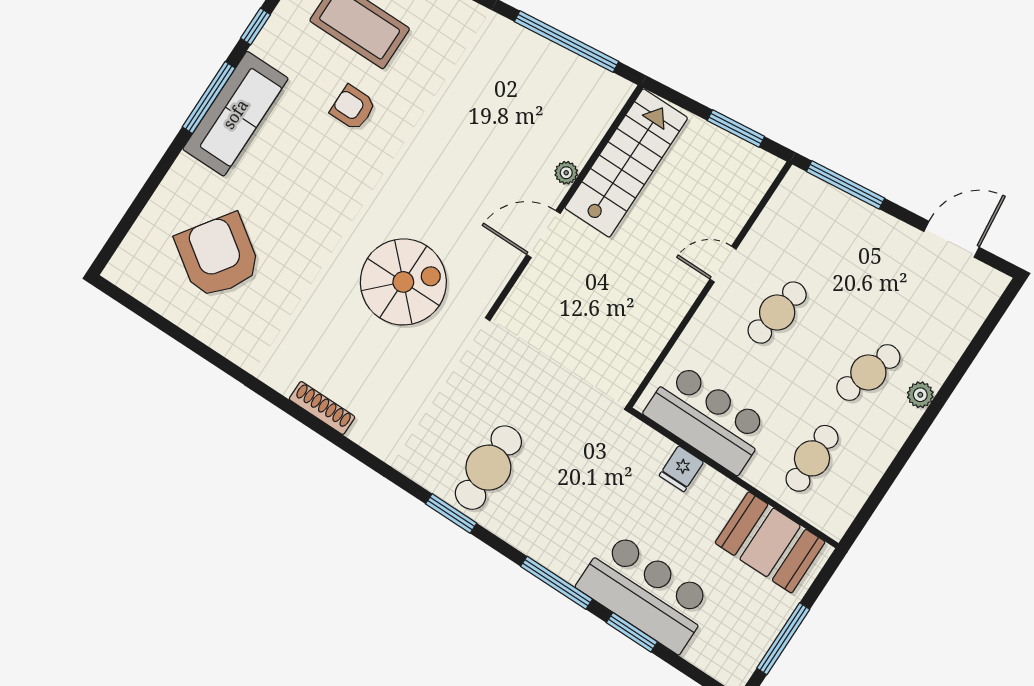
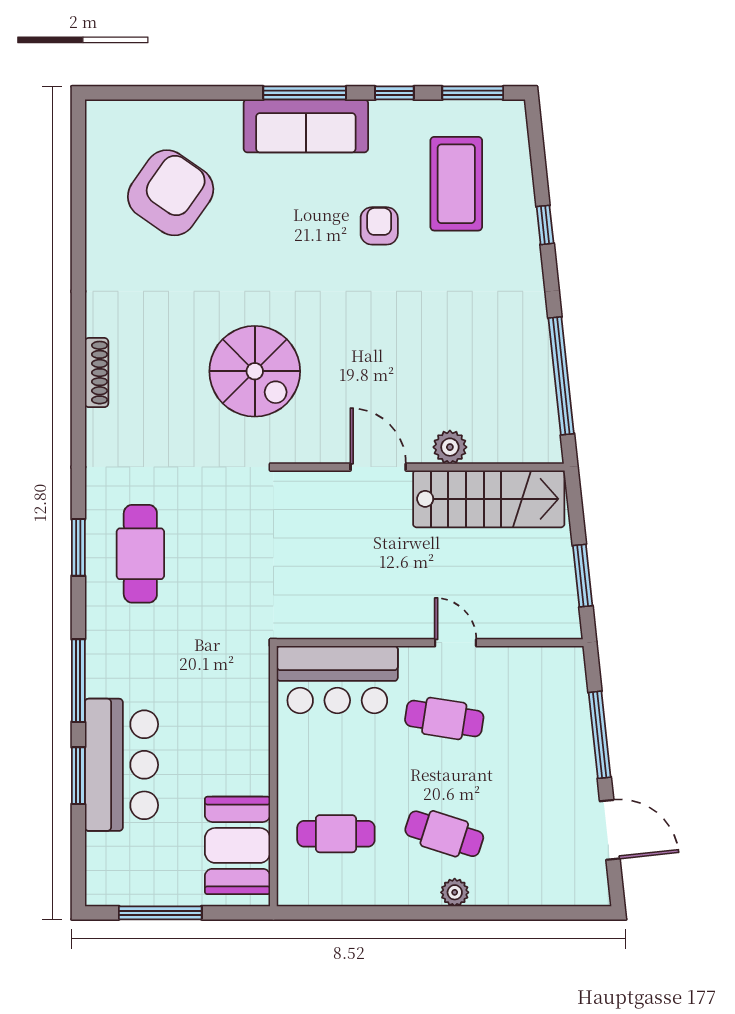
plant: (566, 173) -> (450, 447), width x1.38, depth x1.38
window: (846, 185) -> (600, 735), moved
bar counter: (707, 419) -> (337, 680), moved, turned 90
cafe table: (488, 468) -> (140, 554), turned 90
fridge: (681, 469) -> (251, 725), removed

